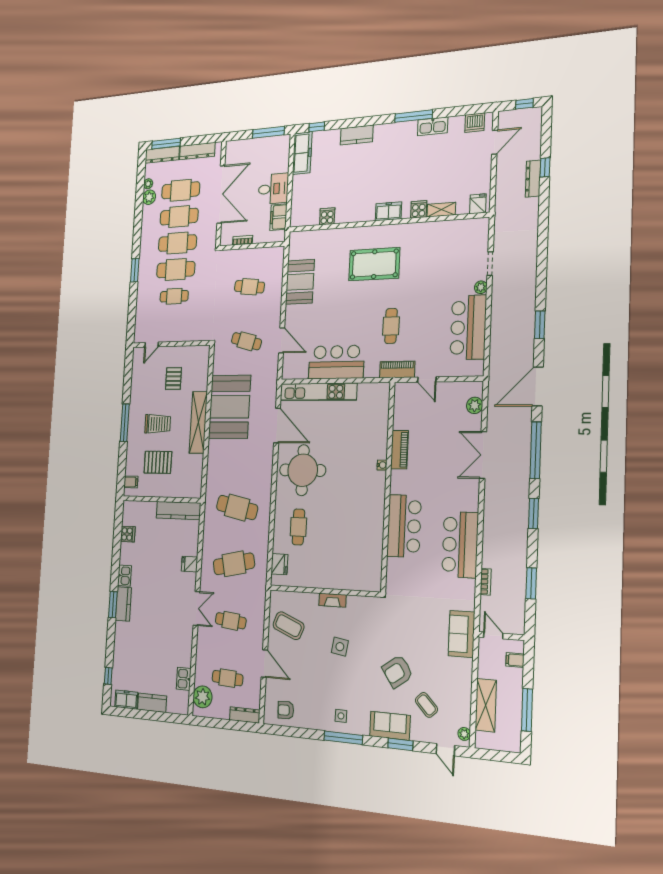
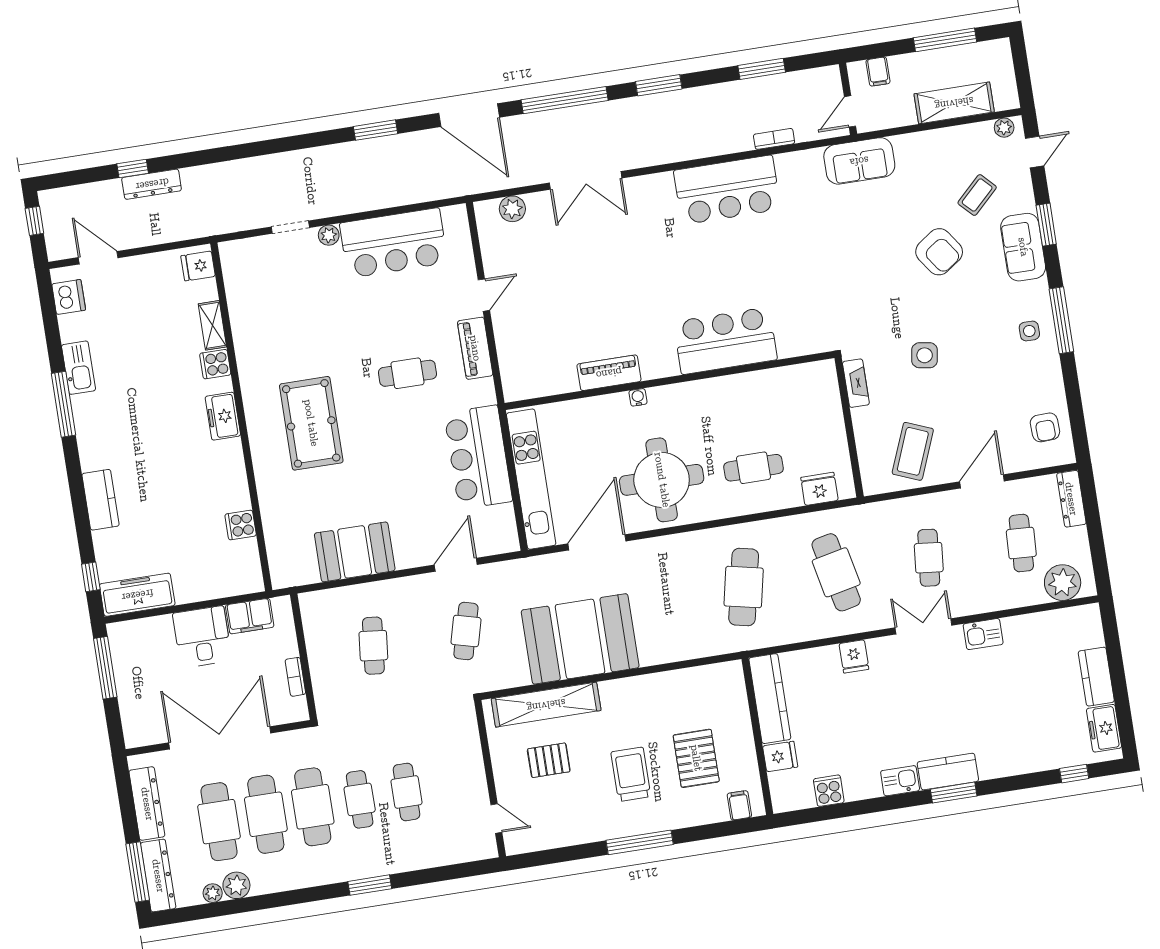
cafe table: (176, 270) -> (360, 799), width x0.73, depth x0.74
shelving: (198, 422) -> (546, 705), moved
piano: (400, 450) -> (609, 373), moved
water cooler: (382, 465) -> (638, 397), moved
wall: (388, 486) -> (670, 381), moved
fridge: (149, 510) -> (780, 756), added
bar counter: (404, 526) -> (725, 341), moved
kitchen sink: (184, 679) -> (983, 634), moved

